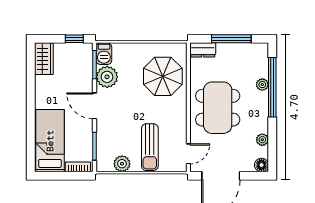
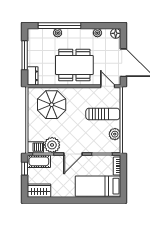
cot: (84, 59) -> (39, 161), added

